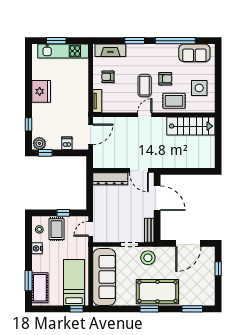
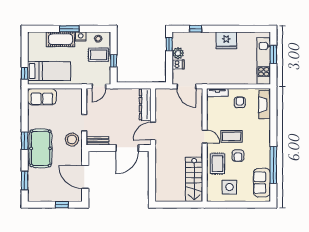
window: (135, 41) -> (273, 127), removed
plant: (39, 143) -> (178, 53), moved
door: (91, 229) -> (99, 86), swing flipped
sofa: (104, 277) -> (42, 97), width x0.54, depth x0.79
window: (28, 281) -> (69, 29), moved
cot: (40, 288) -> (60, 39), moved

